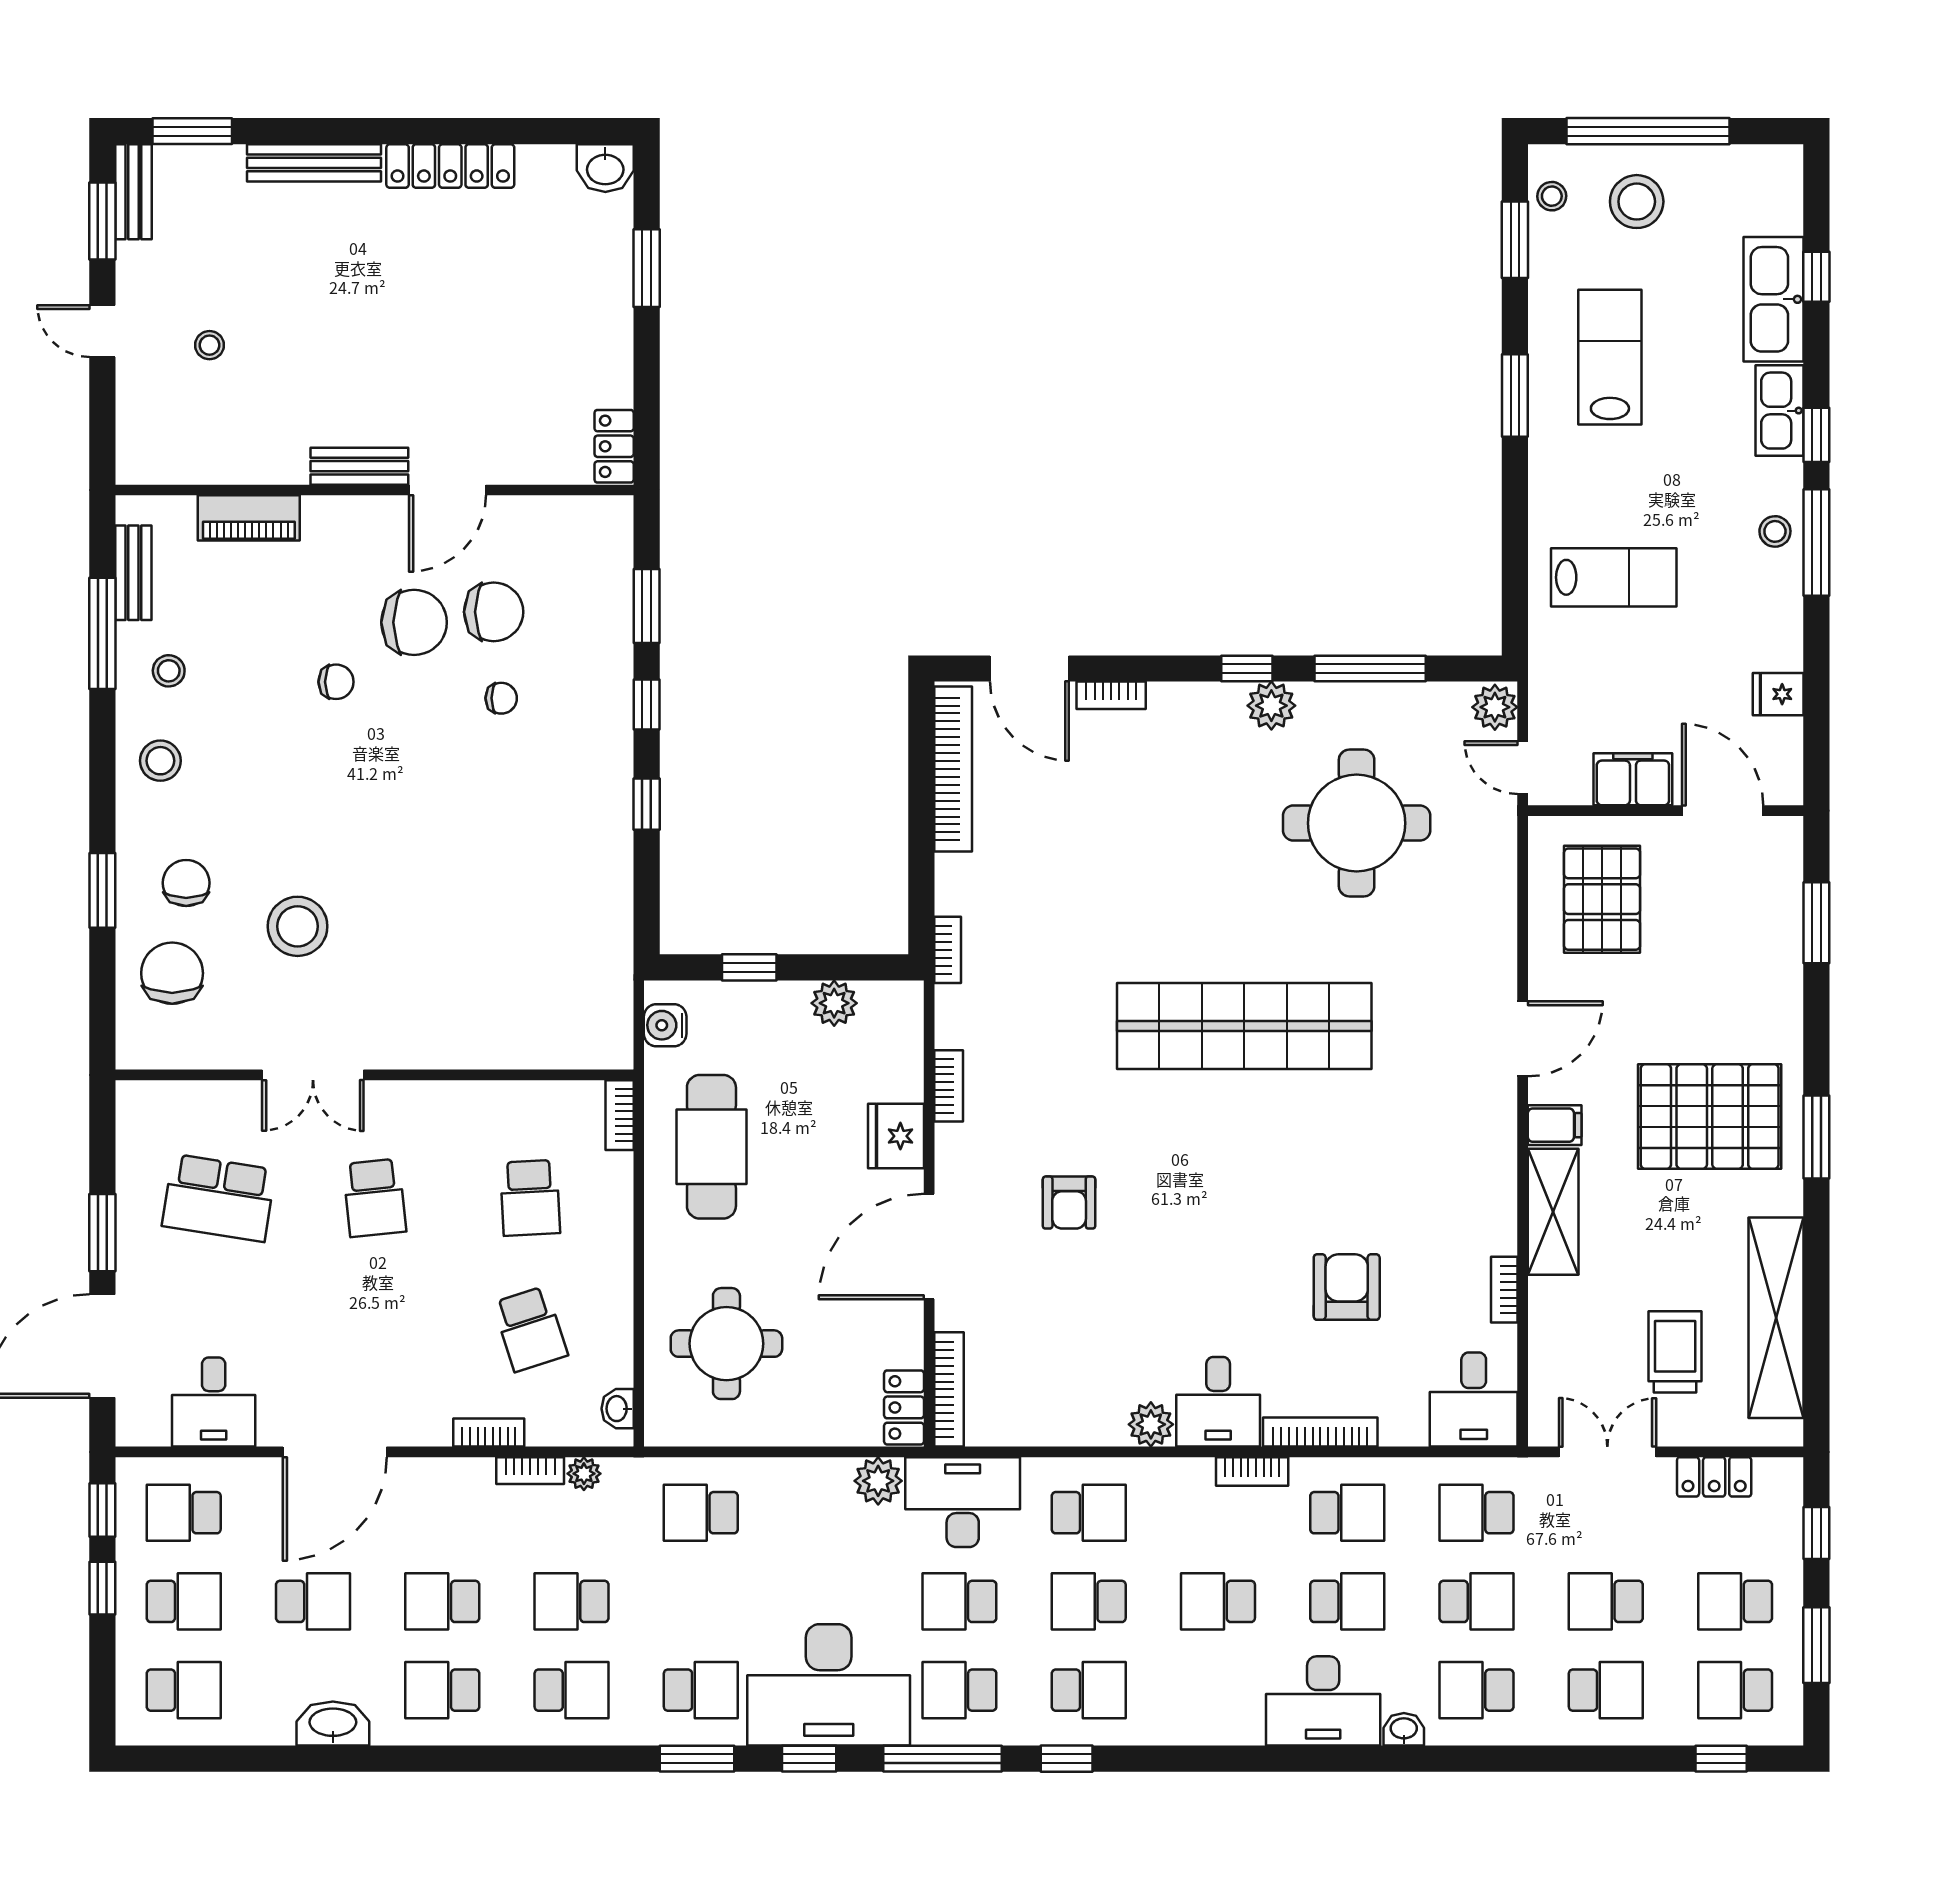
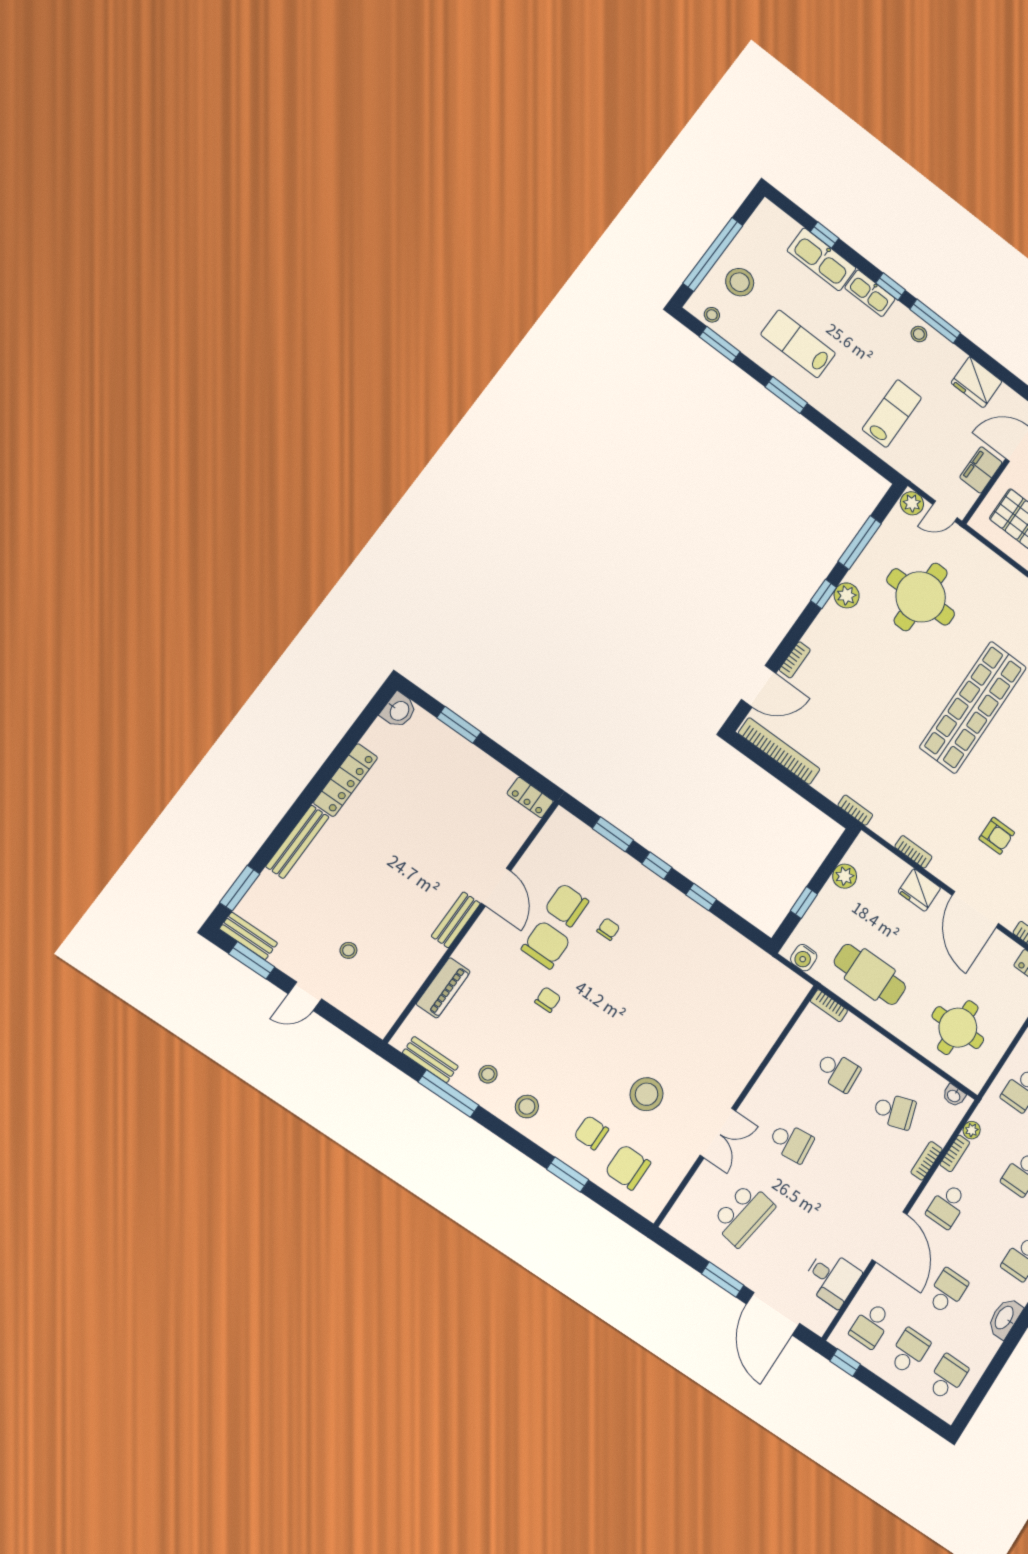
chair: (494, 612) -> (567, 905), turned -90
fridge: (1778, 694) -> (977, 382), width x1.88, depth x1.34
window: (102, 1588) -> (879, 1386), removed
school desk: (442, 1601) -> (947, 1206), moved

